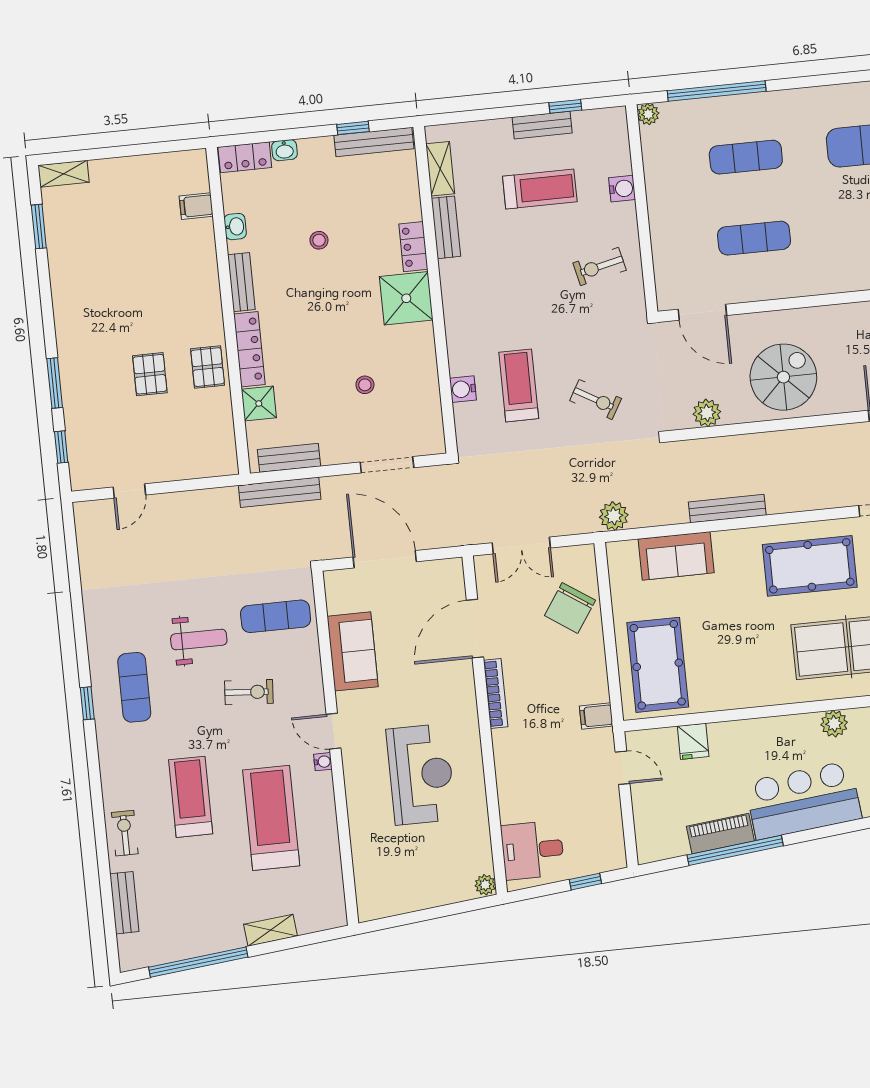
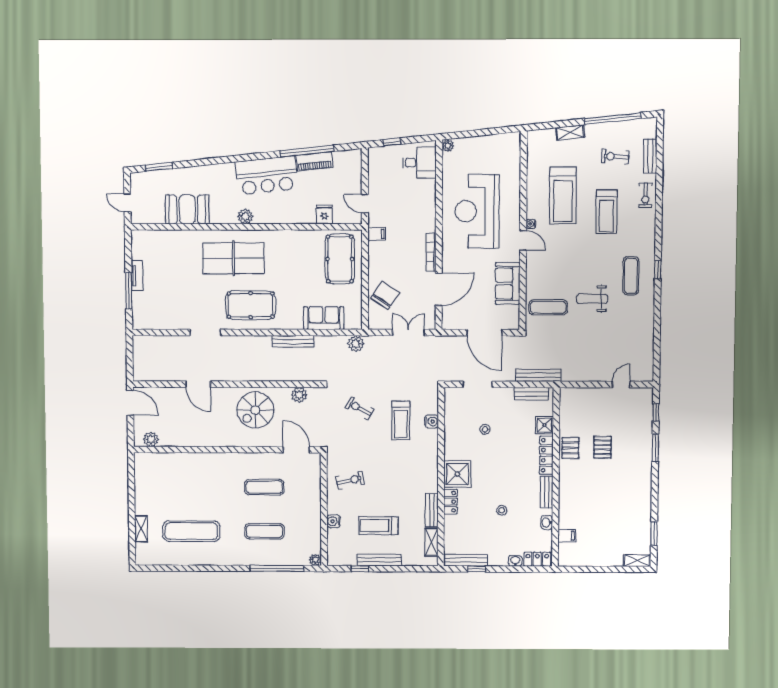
bench: (542, 125) -> (379, 560), width x1.36
exercise bike: (249, 692) -> (615, 157), moved
reception desk: (421, 774) -> (477, 211), width x1.36, depth x1.30

